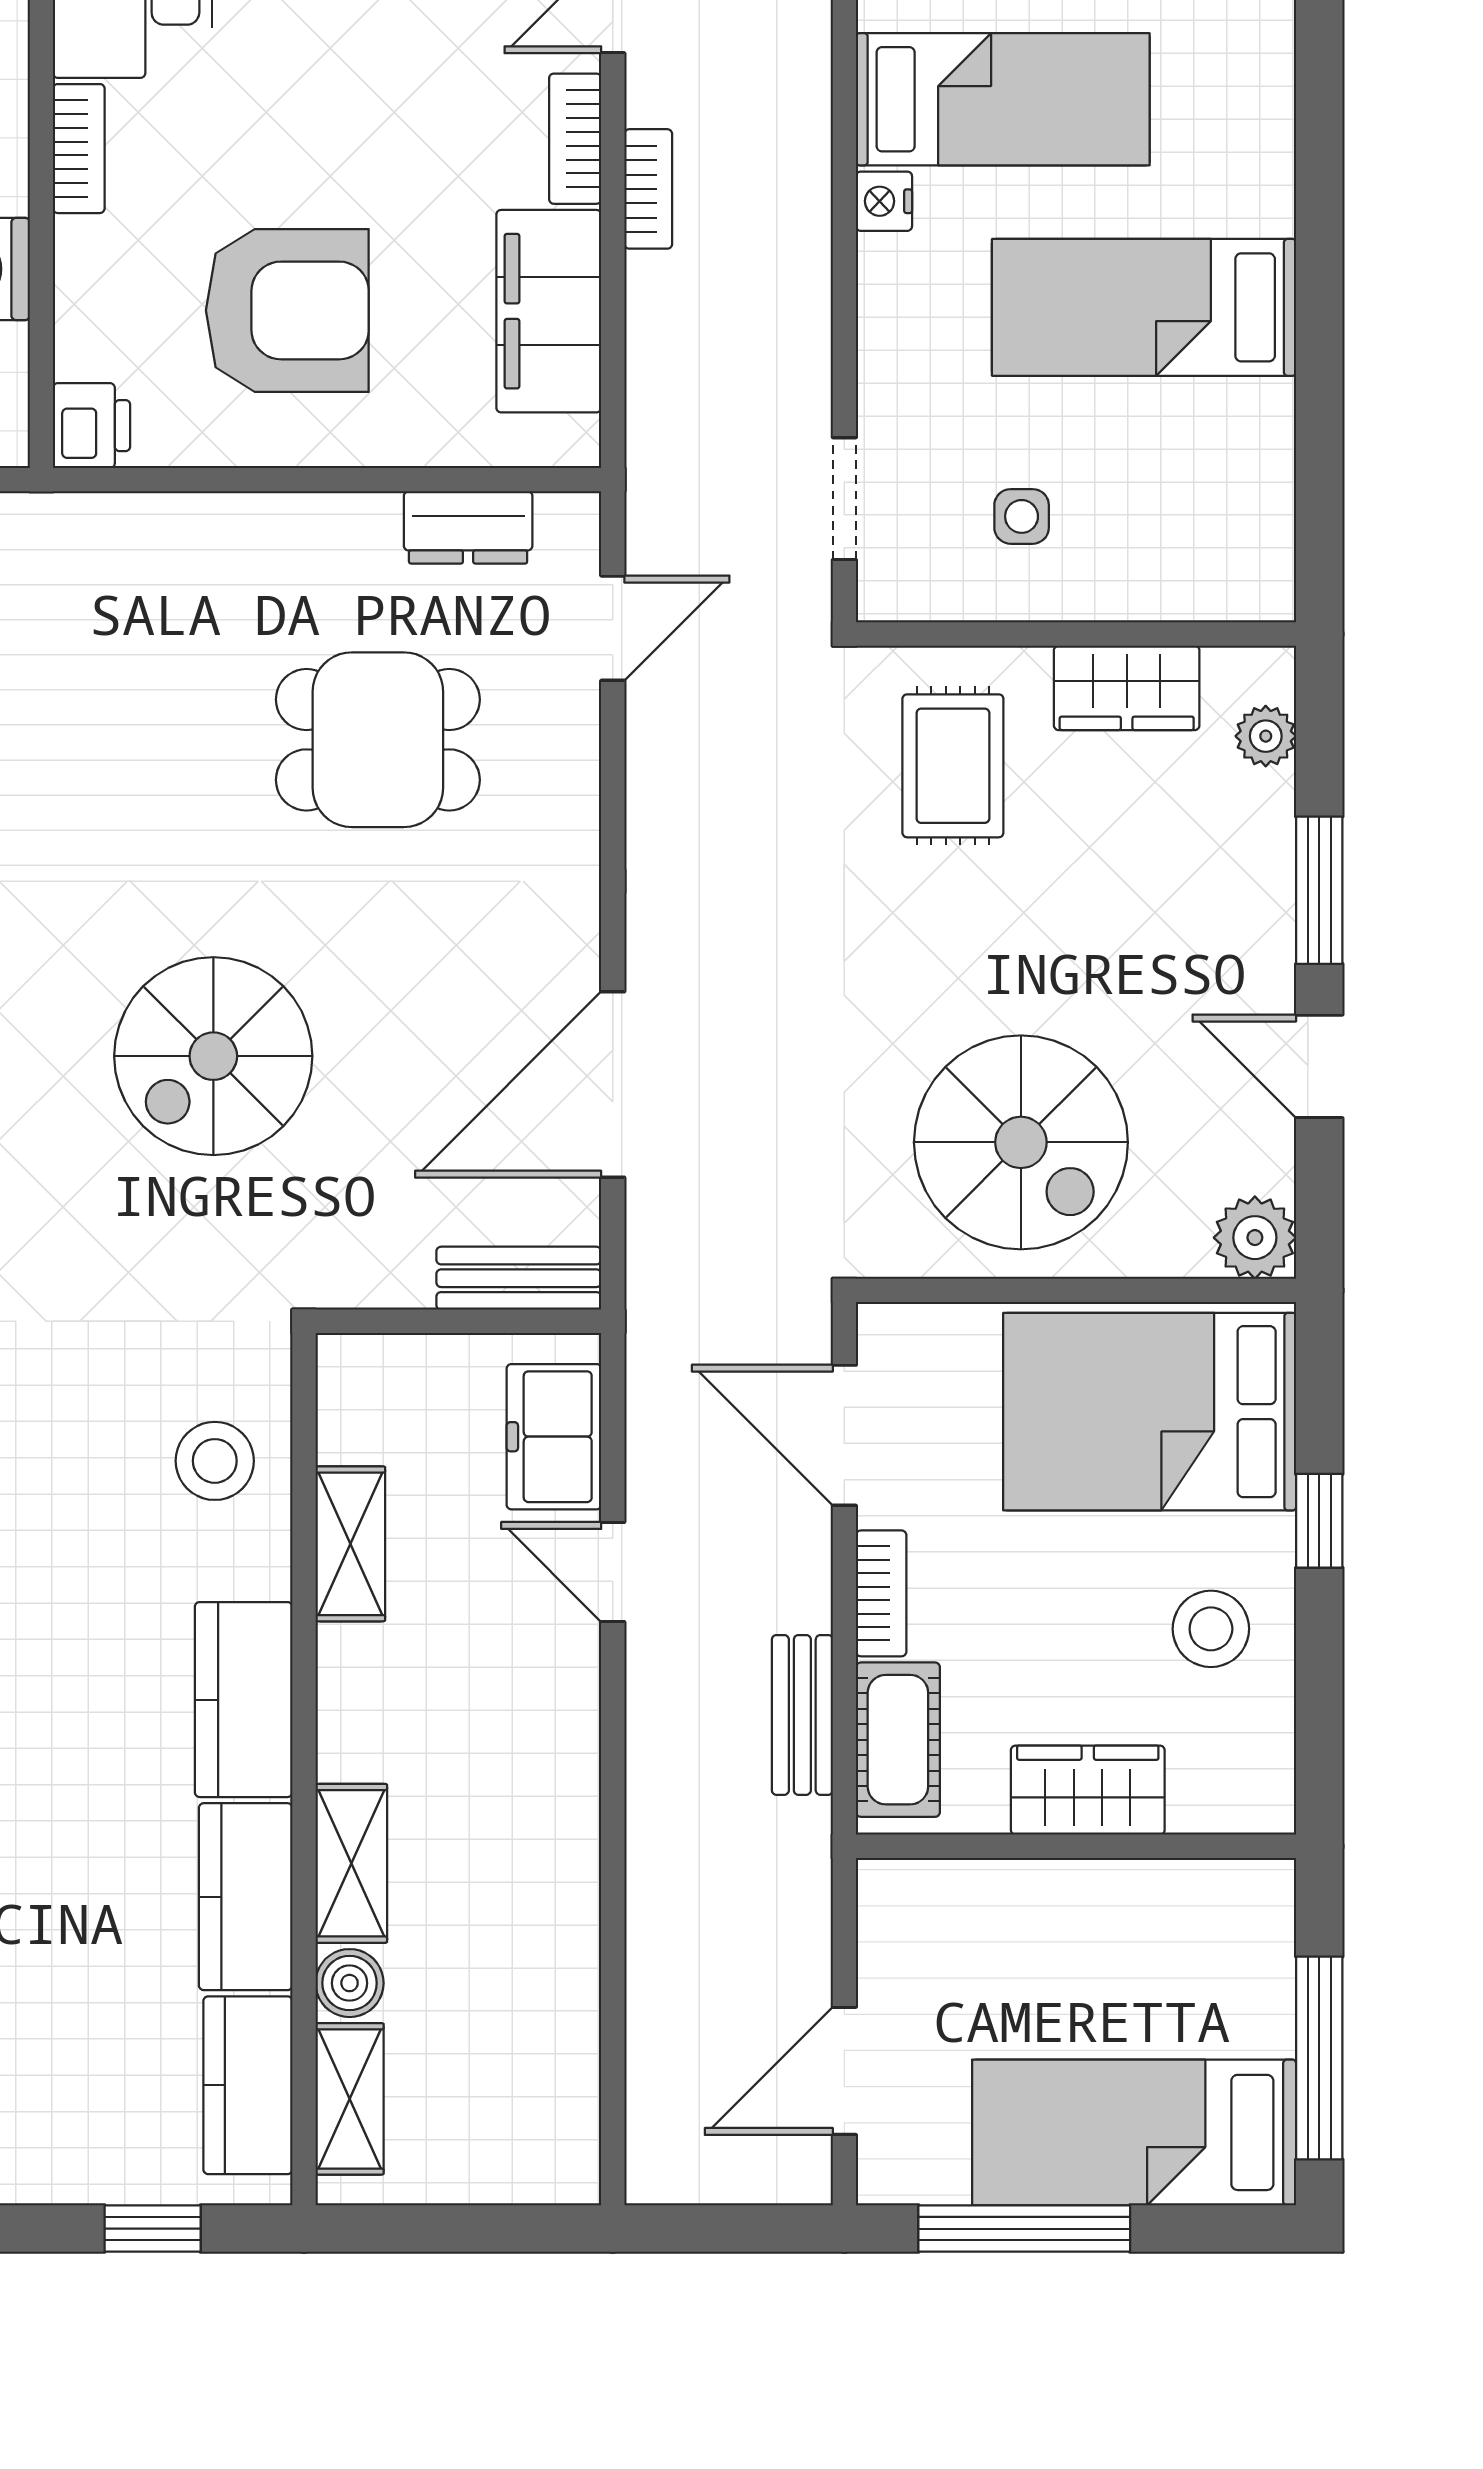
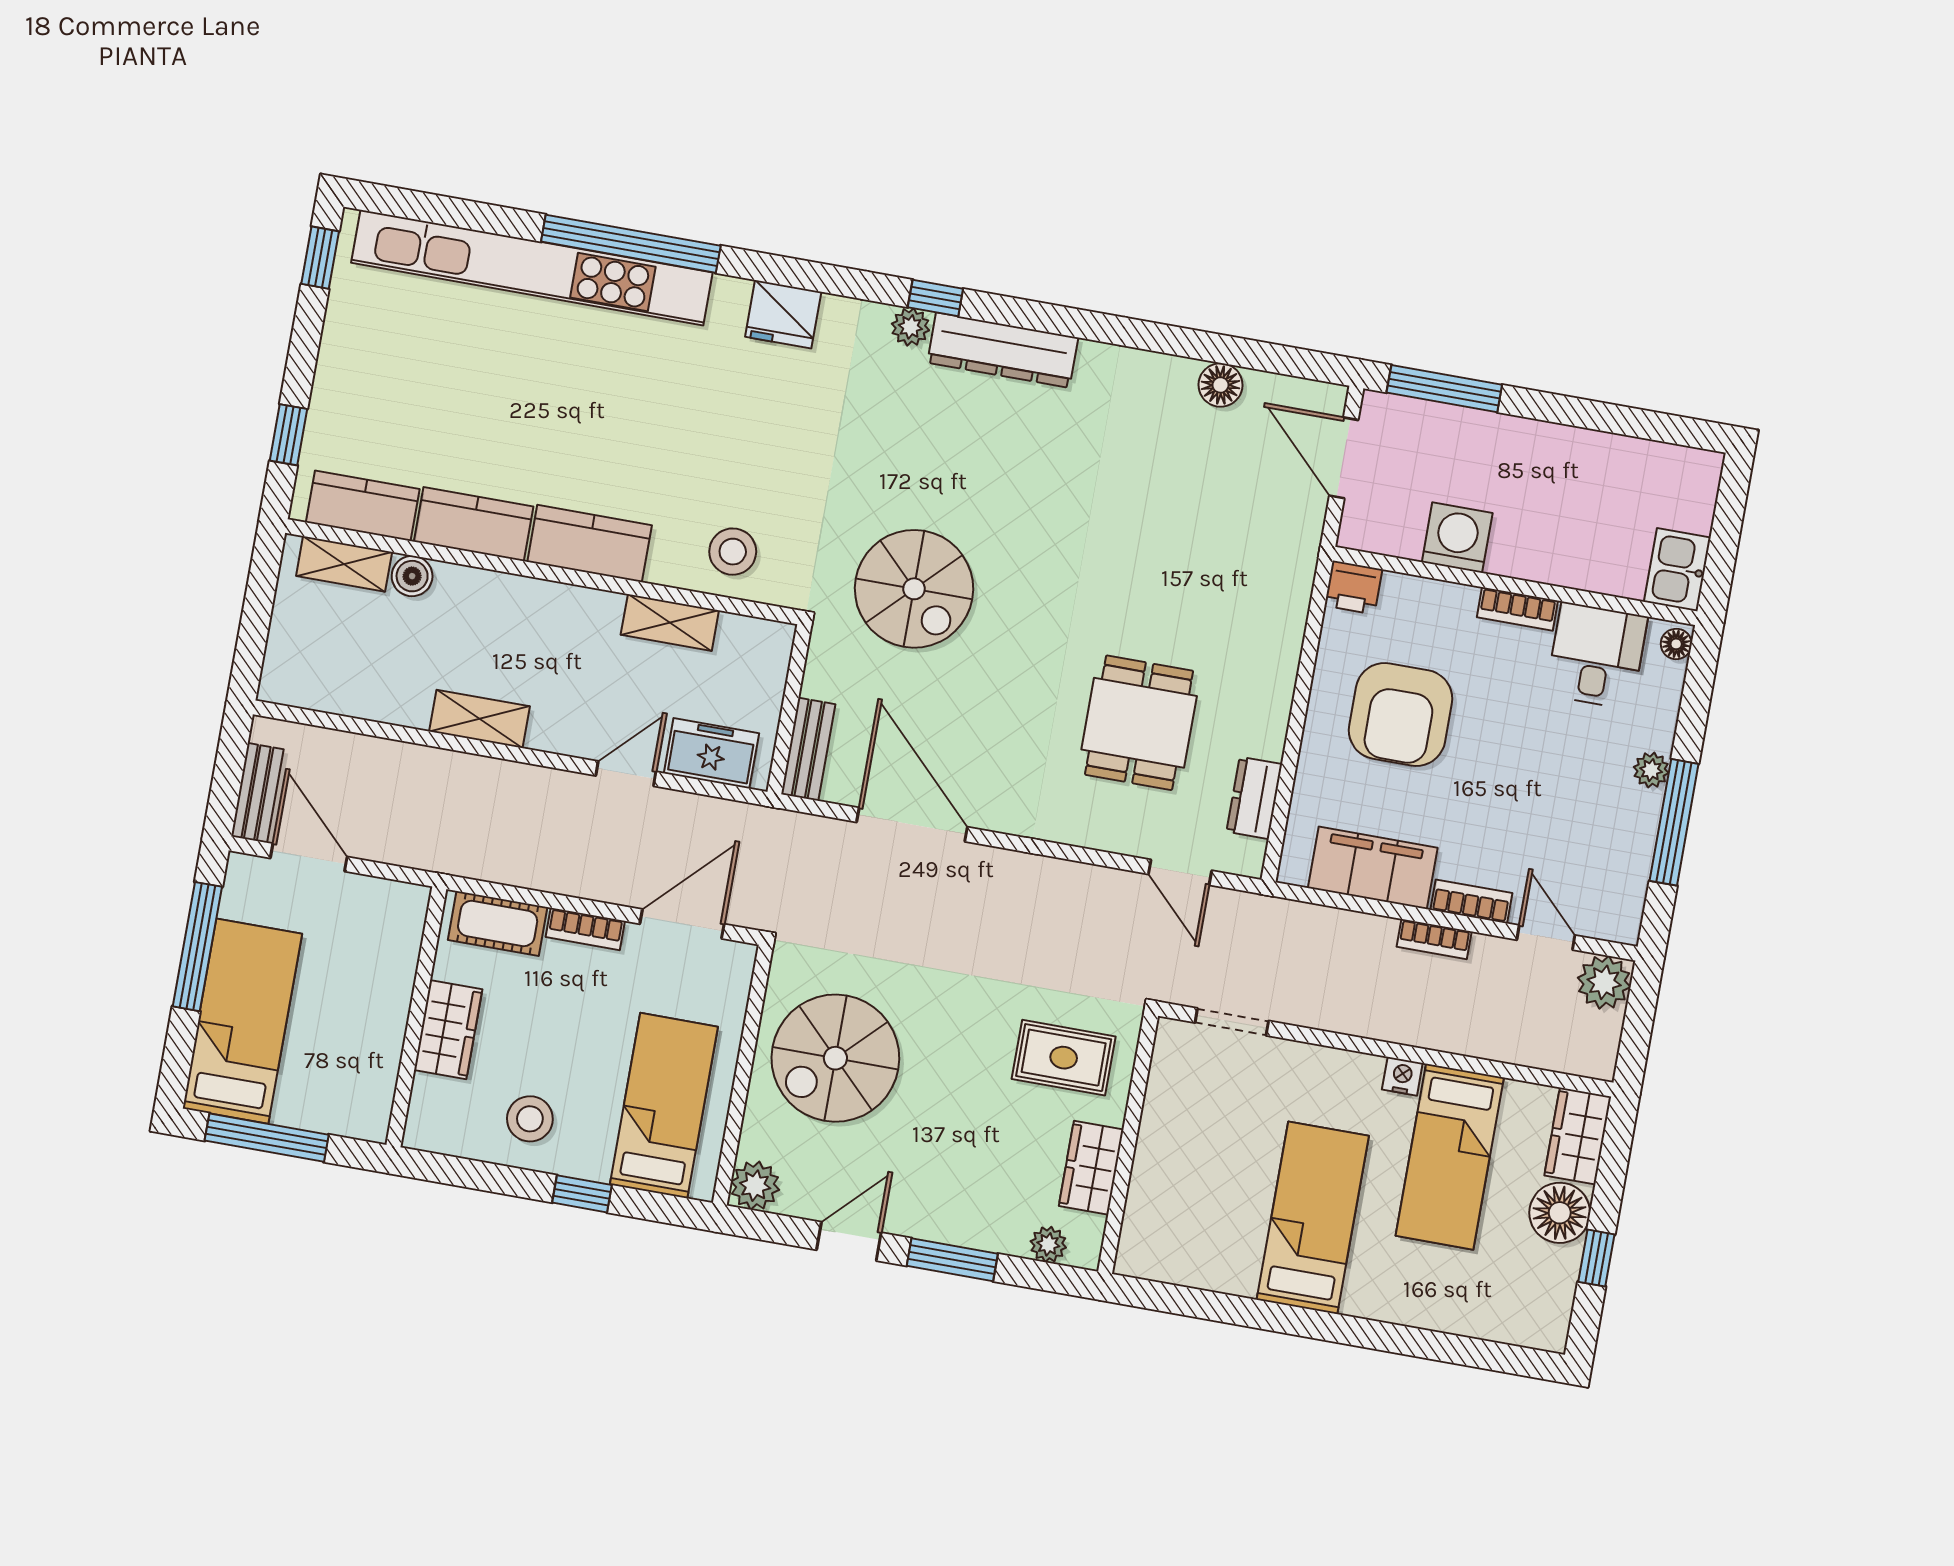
side table: (1022, 516) -> (1203, 1124), removed
spiral stairs: (213, 1056) -> (914, 589), moved, turned 180
bed: (1150, 1412) -> (664, 1106), width x0.67
bench: (802, 1715) -> (257, 793), moved, turned 90
shelving: (351, 1863) -> (479, 719), moved

